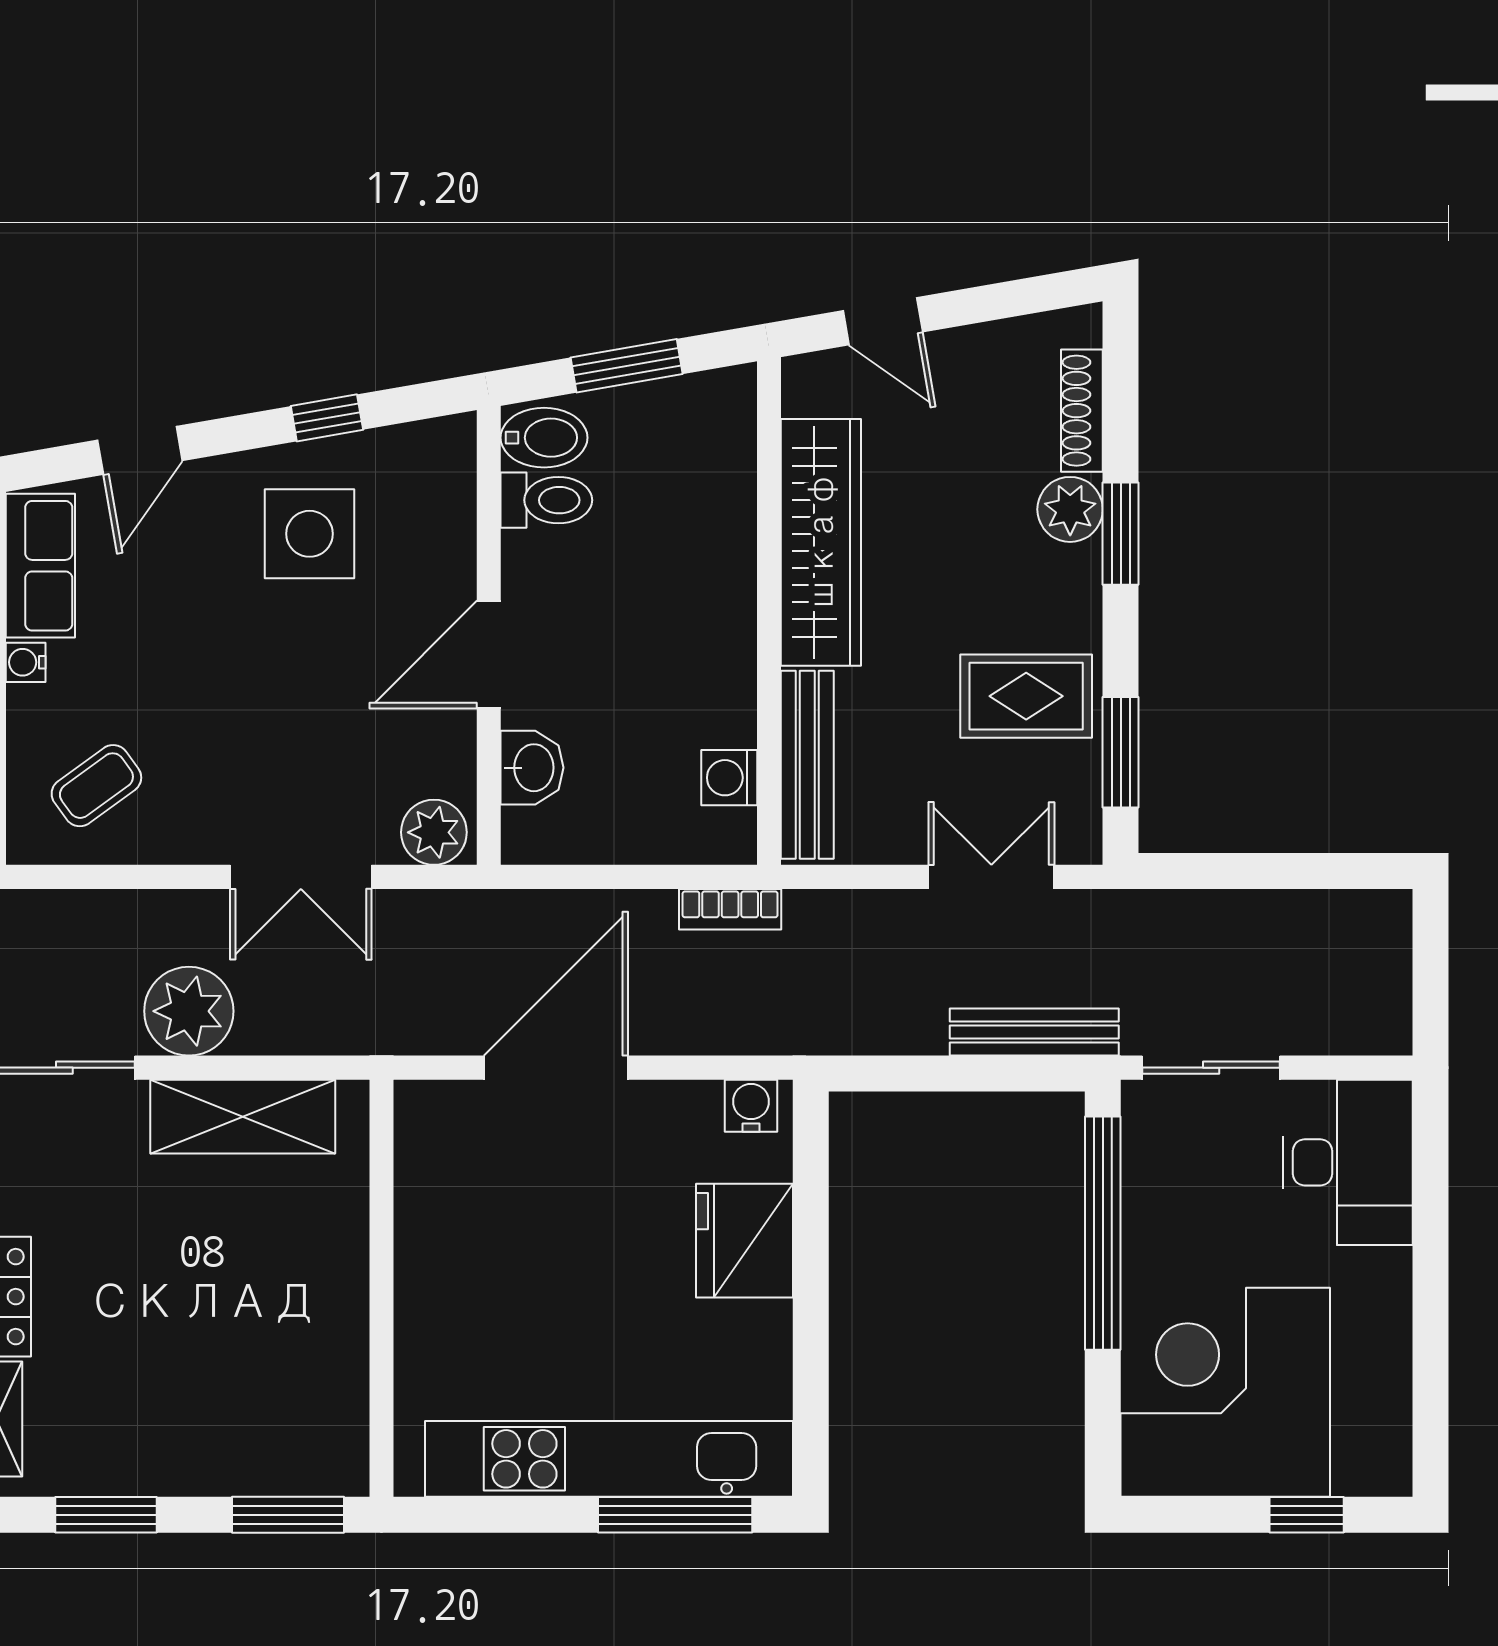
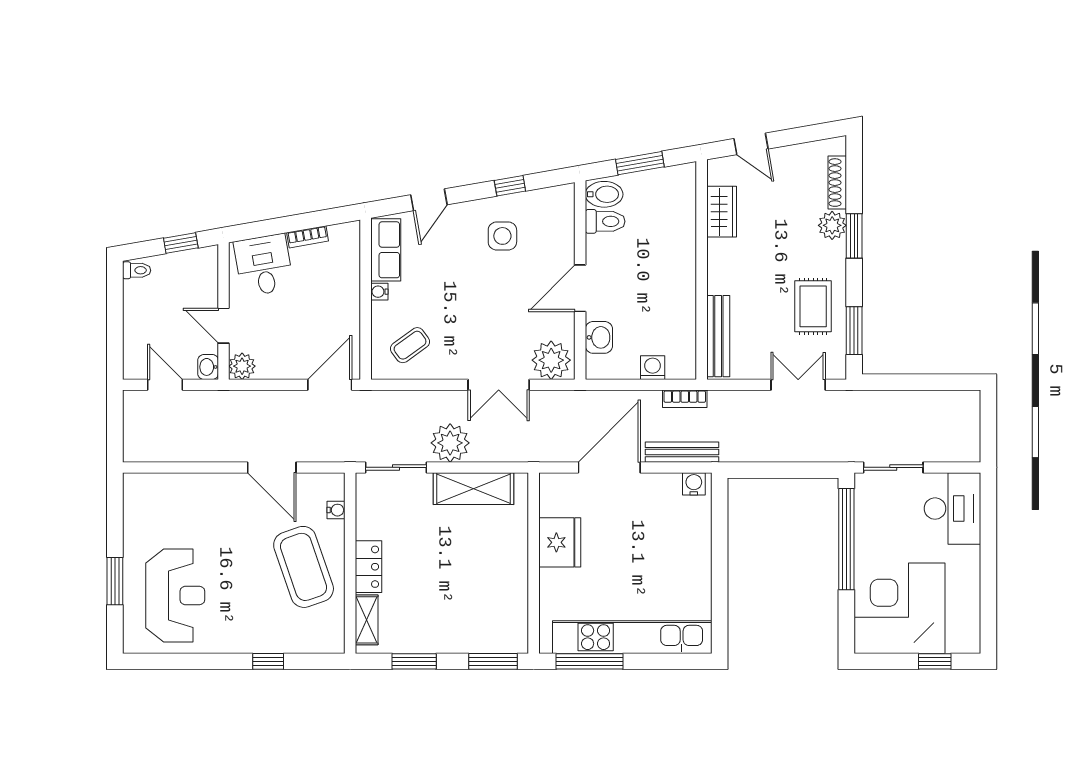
side table: (310, 534) -> (502, 236), width x0.73, depth x0.73
wardrobe: (821, 542) -> (722, 212), width x0.48, depth x0.85
rug: (1026, 696) -> (813, 306), turned 90
washing machine: (729, 778) -> (653, 368), moved, turned 90
plant: (434, 832) -> (551, 360), width x1.36, depth x1.36
bench: (1034, 1032) -> (682, 452), moved
fridge: (745, 1241) -> (560, 542), moved, turned 180
window: (675, 1515) -> (590, 661), moved

